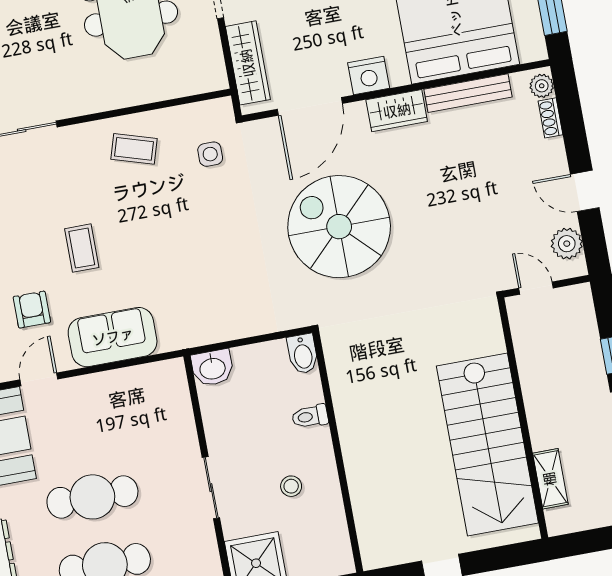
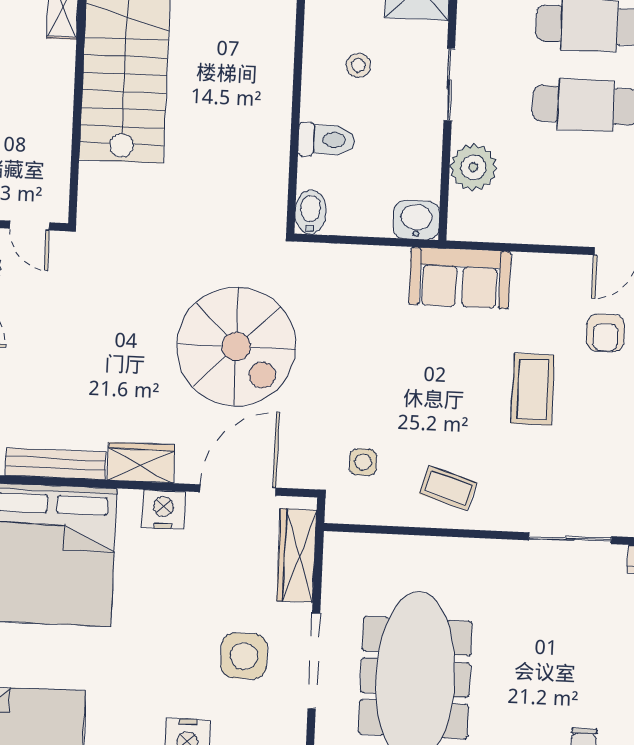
coffee table: (82, 248) -> (533, 389), width x1.36, depth x1.30
sofa: (113, 337) -> (460, 278), moved
toilet: (310, 416) -> (326, 140), width x1.37, depth x1.39
plant: (175, 423) -> (473, 167), added

